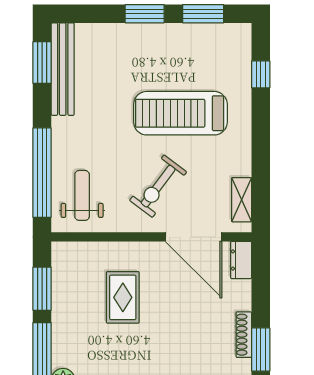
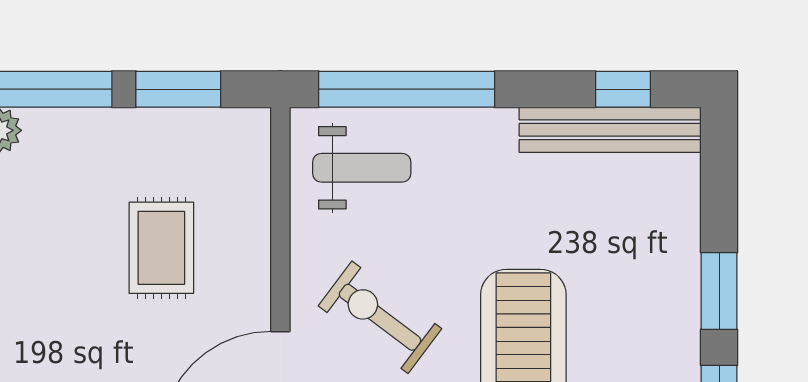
window: (42, 63) -> (623, 89), width x0.67
rug: (123, 297) -> (161, 248), turned 90

